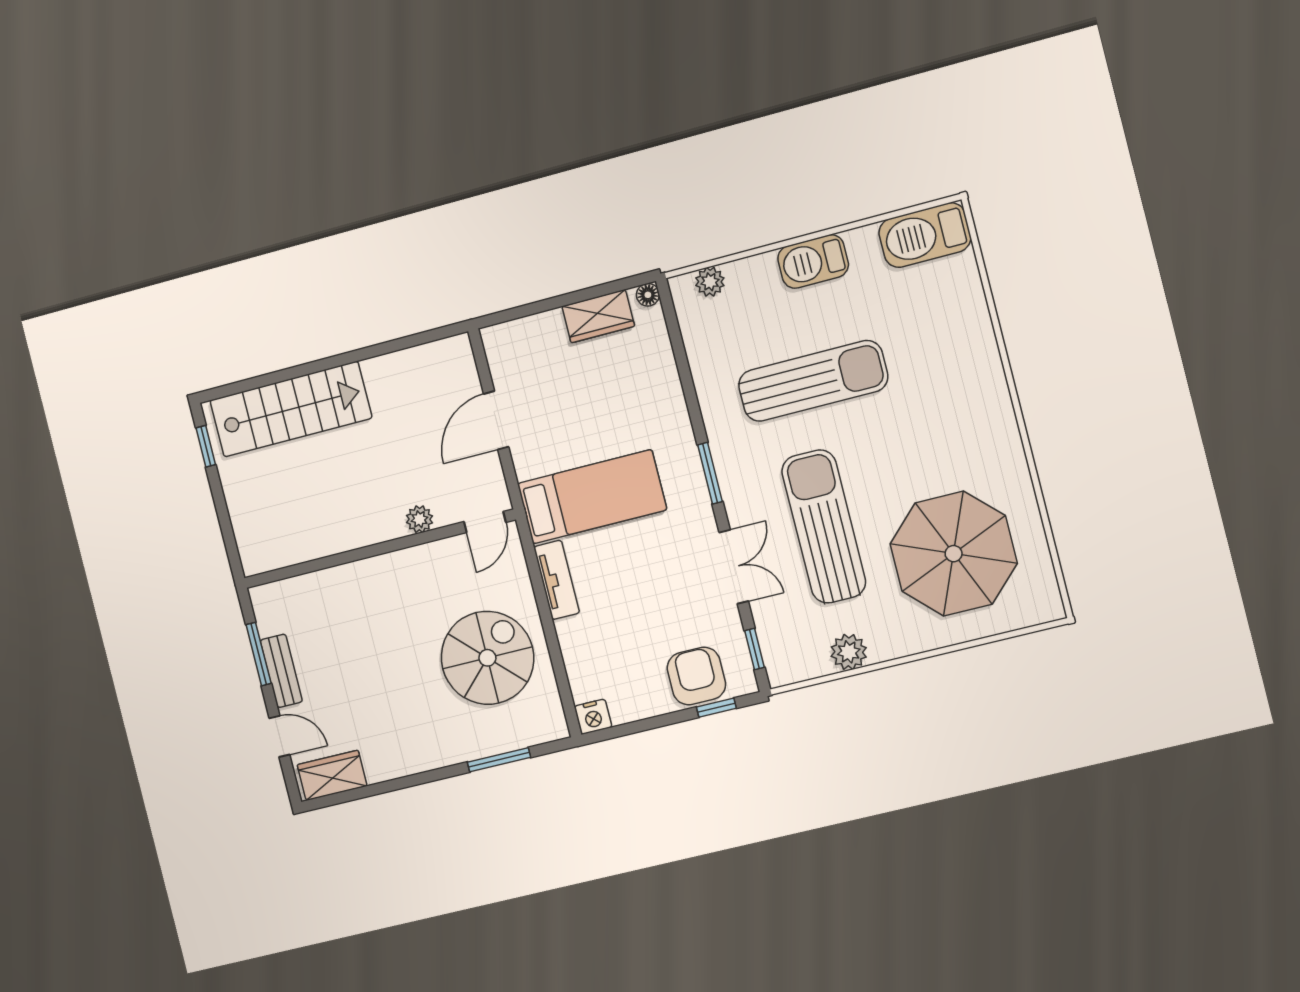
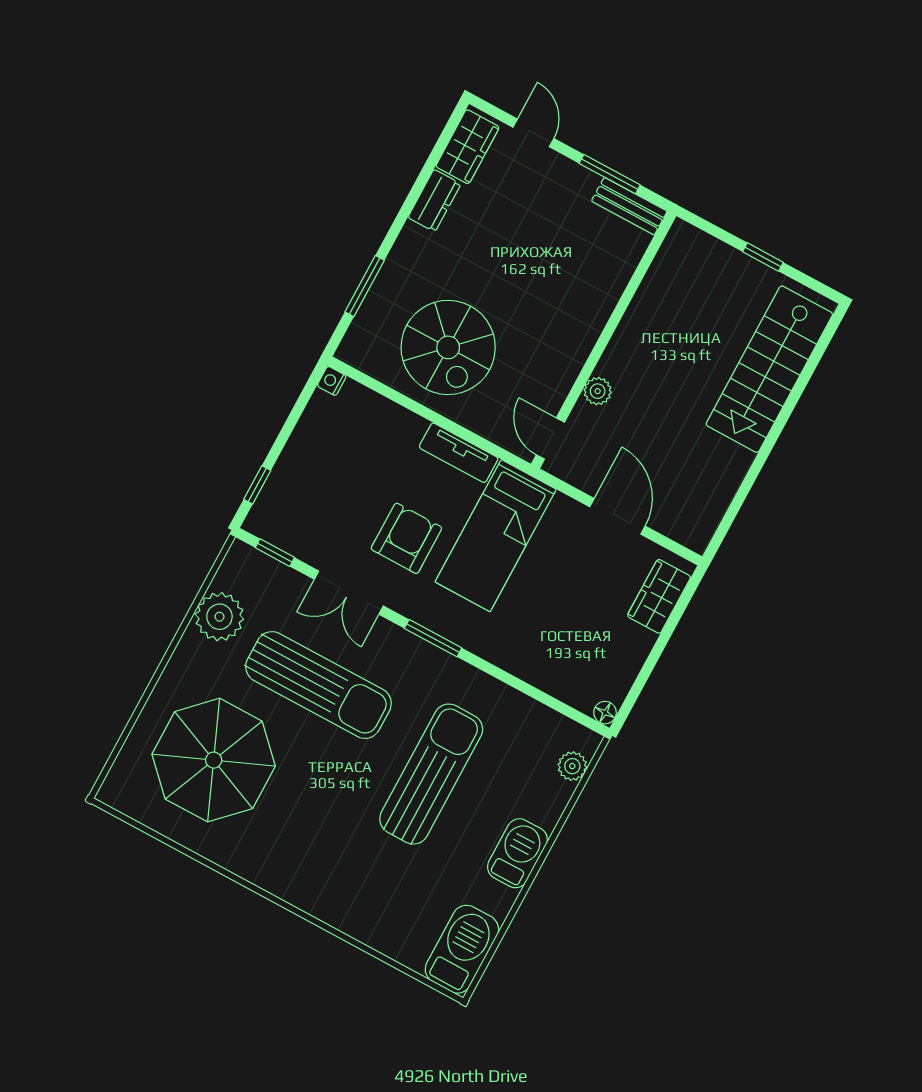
wardrobe: (598, 316) -> (659, 596), moved
sun lounger: (813, 381) -> (431, 774), turned 180
window: (206, 446) -> (763, 257), moved
plant: (849, 652) -> (219, 617), width x1.36, depth x1.36
bench: (281, 671) -> (629, 206), moved
armchair: (696, 676) -> (406, 538), moved, turned -90
nightstand: (593, 717) -> (332, 381), width x0.72, depth x0.74
door: (279, 736) -> (533, 133), swing flipped
dresser: (392, 764) -> (434, 201), added

